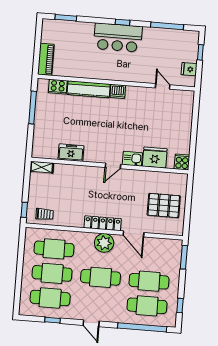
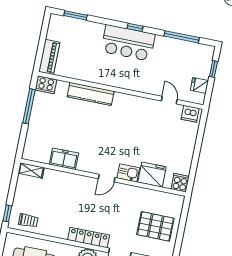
cooker: (58, 87) -> (46, 85), moved
dishwasher: (118, 91) -> (190, 114), moved

